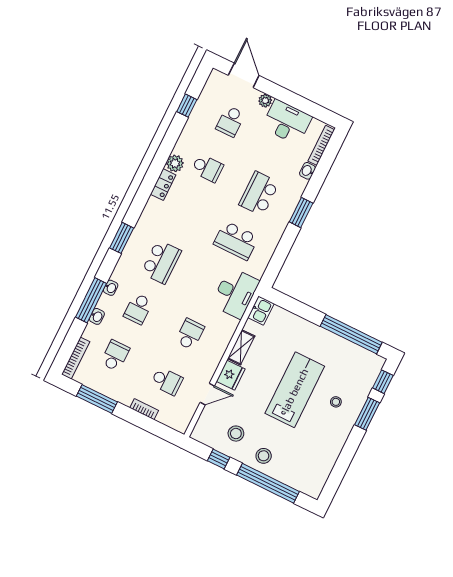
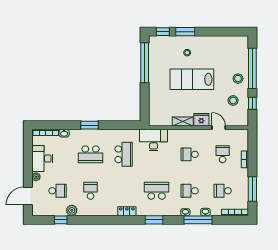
plant: (175, 163) -> (72, 210), moved
locker: (163, 185) -> (127, 211), moved
school desk: (138, 309) -> (190, 191), turned 180
kitchen sink: (261, 311) -> (156, 121), removed

